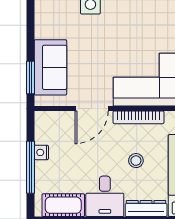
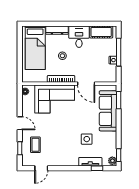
sofa: (50, 67) -> (108, 111), width x1.36
door: (92, 108) -> (86, 84), swing flipped

